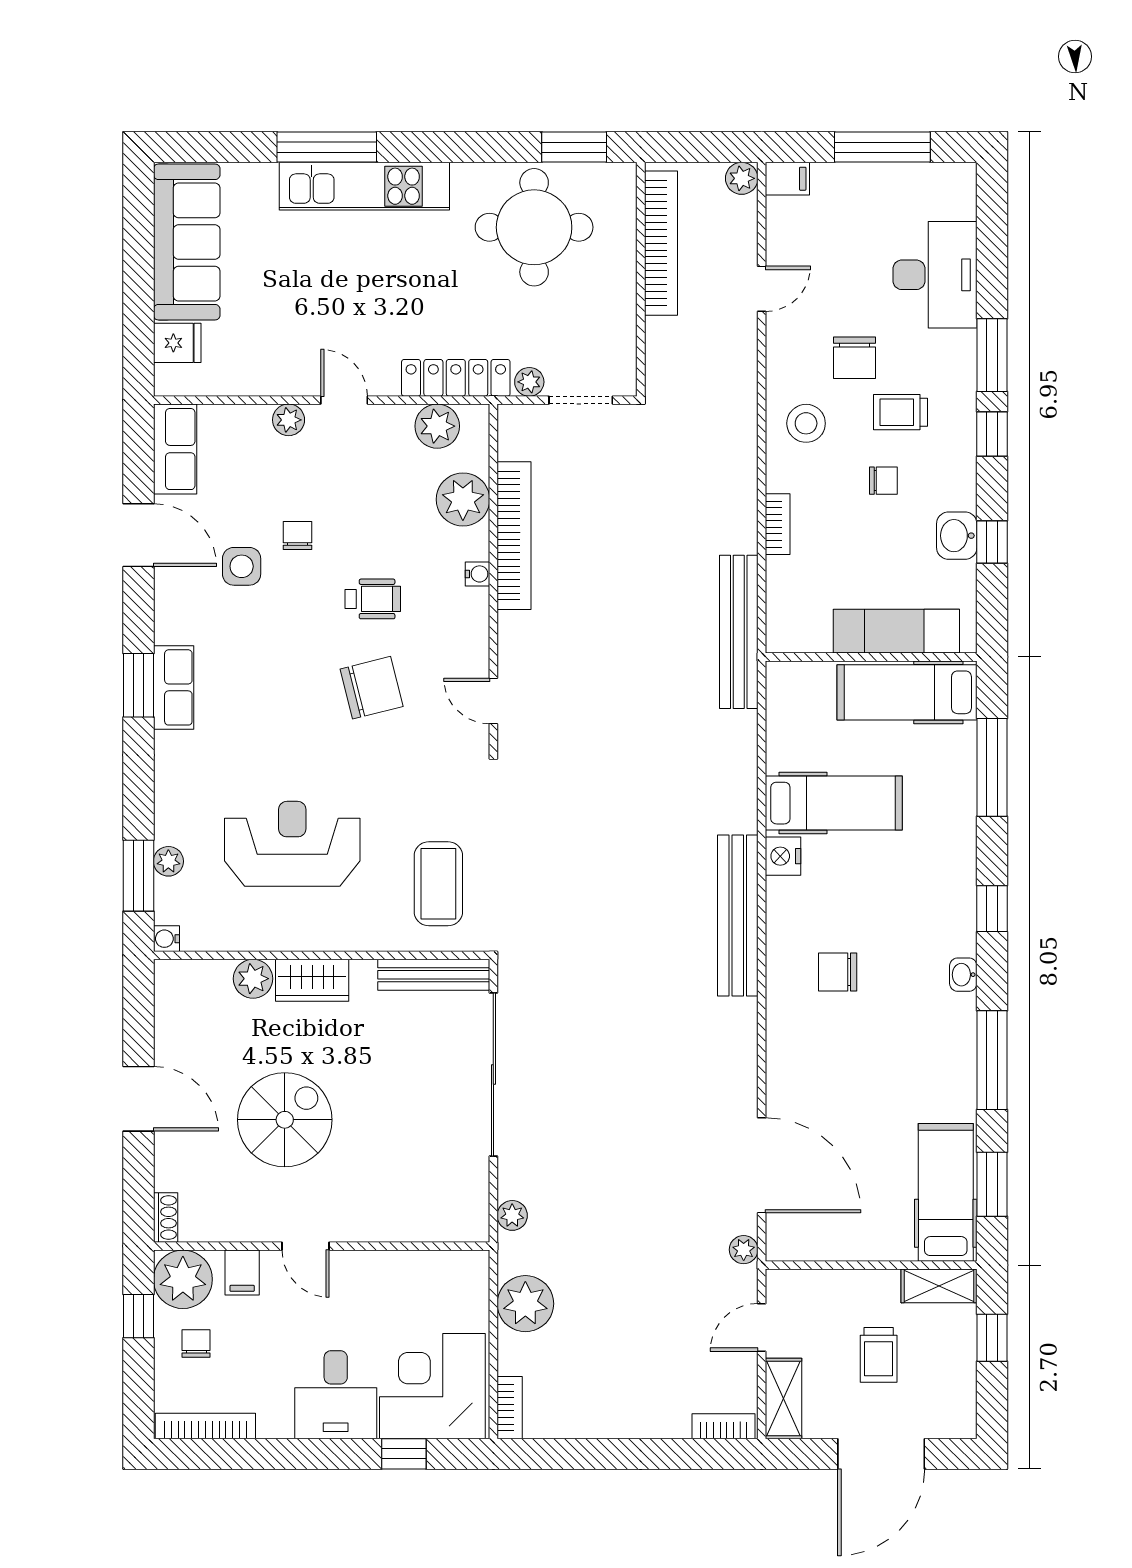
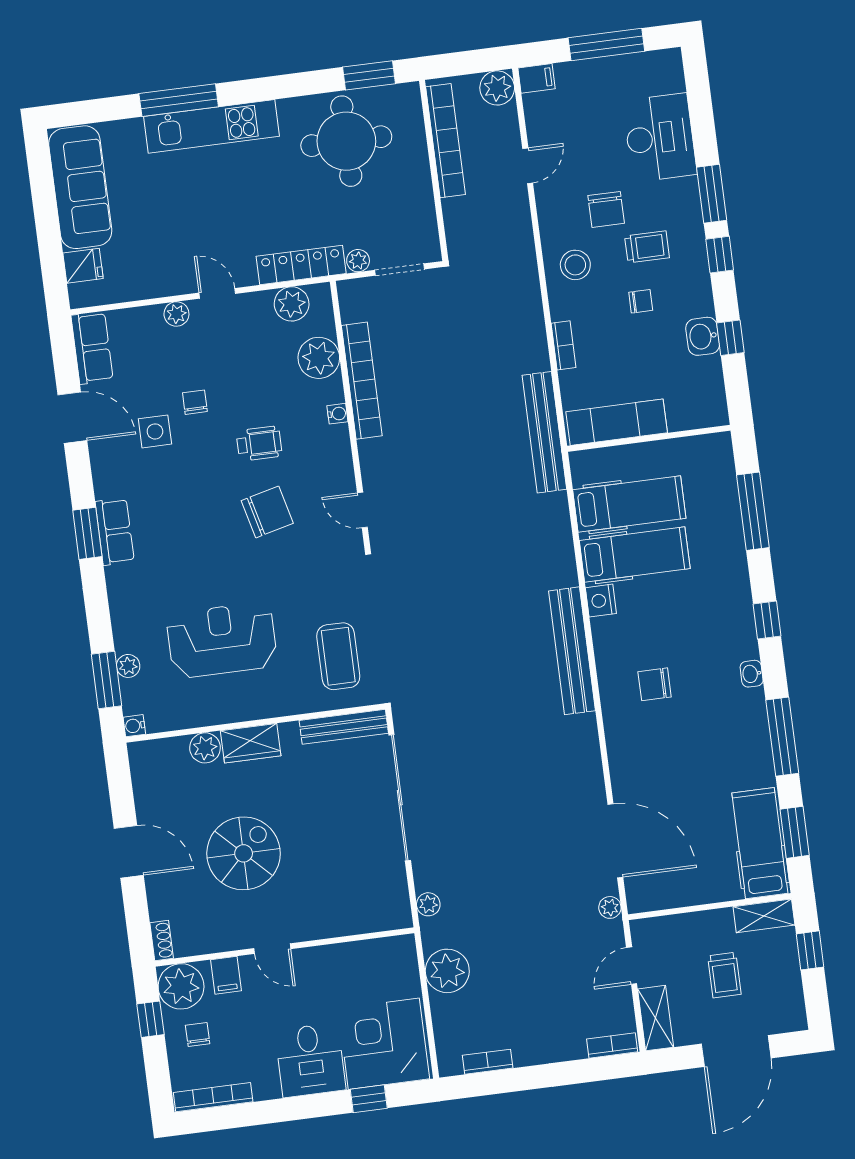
plant: (742, 178) -> (497, 88), width x1.38, depth x1.38
trolley: (900, 412) -> (647, 247), turned 180
exam couch: (896, 631) -> (617, 422), moved
hospital bed: (907, 692) -> (629, 504), moved, turned 180
bookcase: (510, 1408) -> (488, 1062), moved, turned -90

